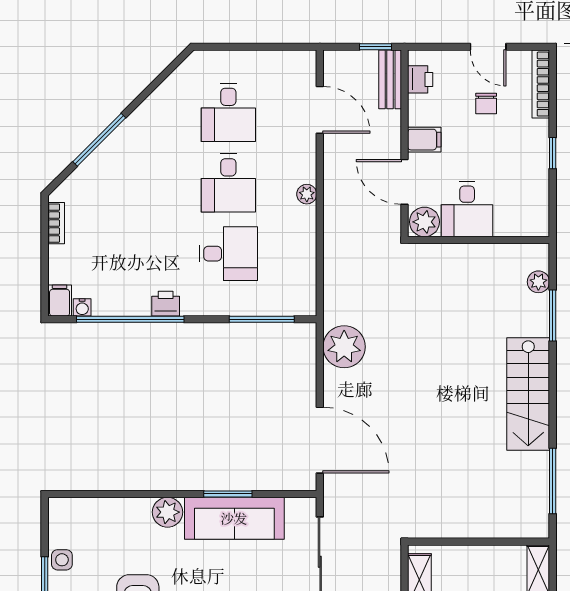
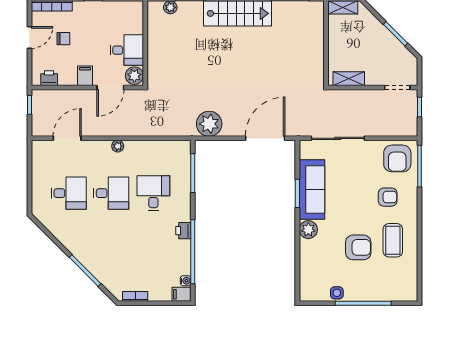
bench: (390, 79) -> (49, 96), removed

